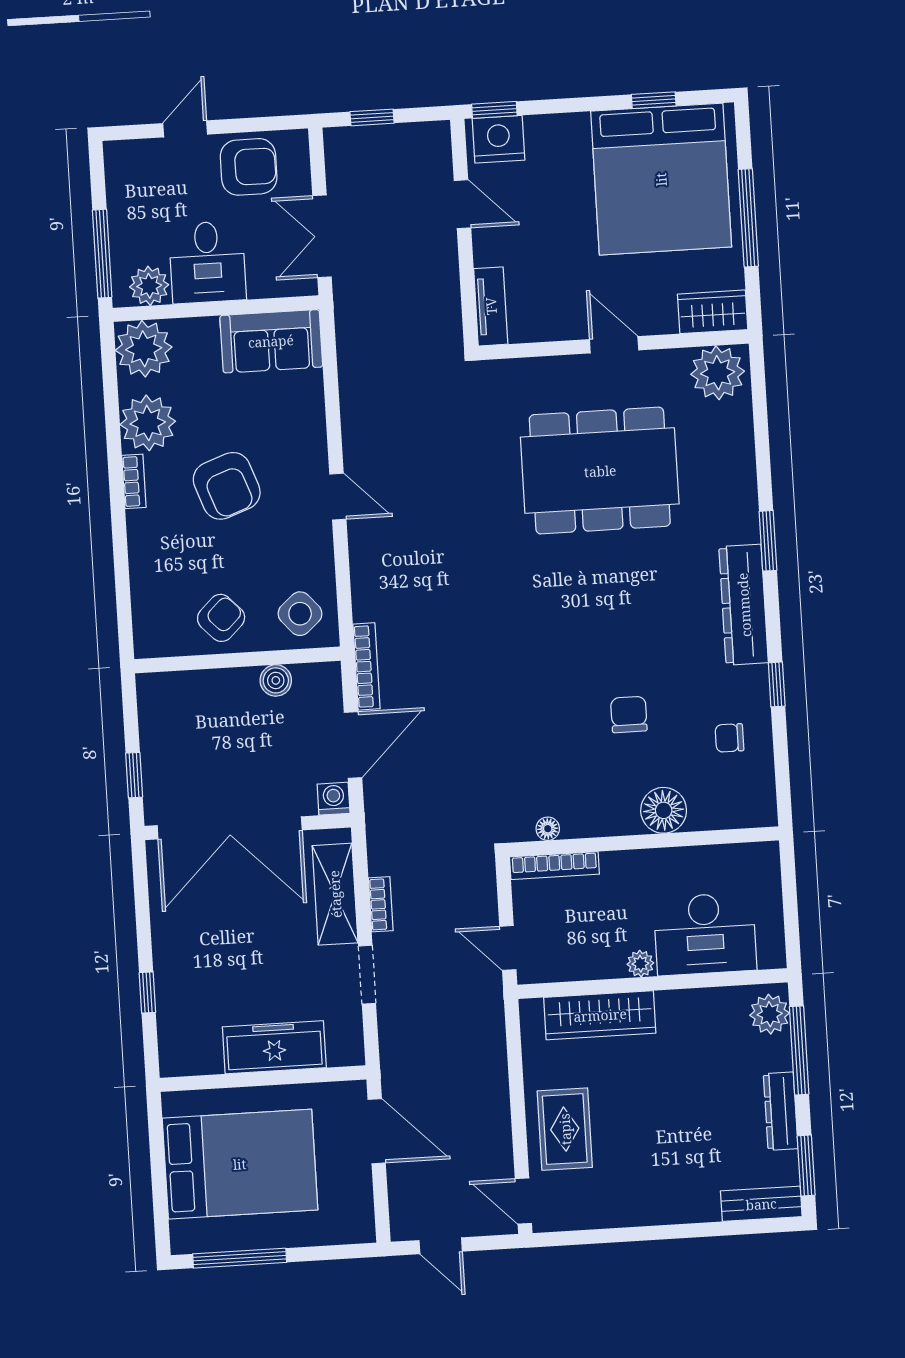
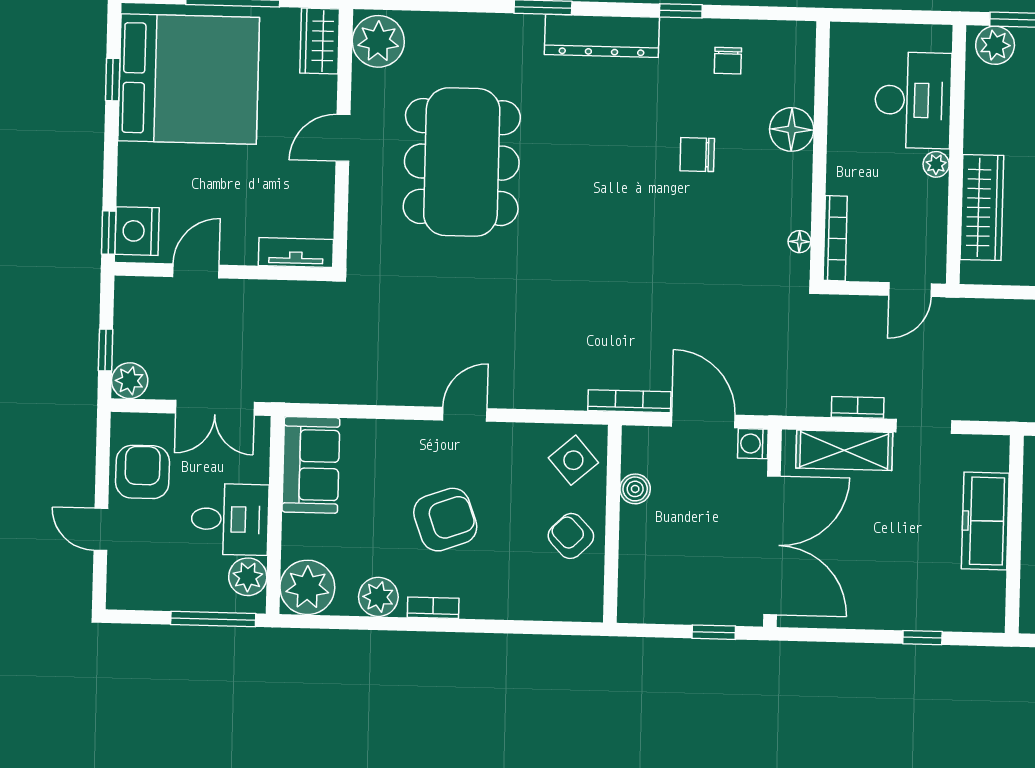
plant: (342, 145) -> (130, 381), added
plant: (148, 423) -> (378, 597), width x0.73, depth x0.73

